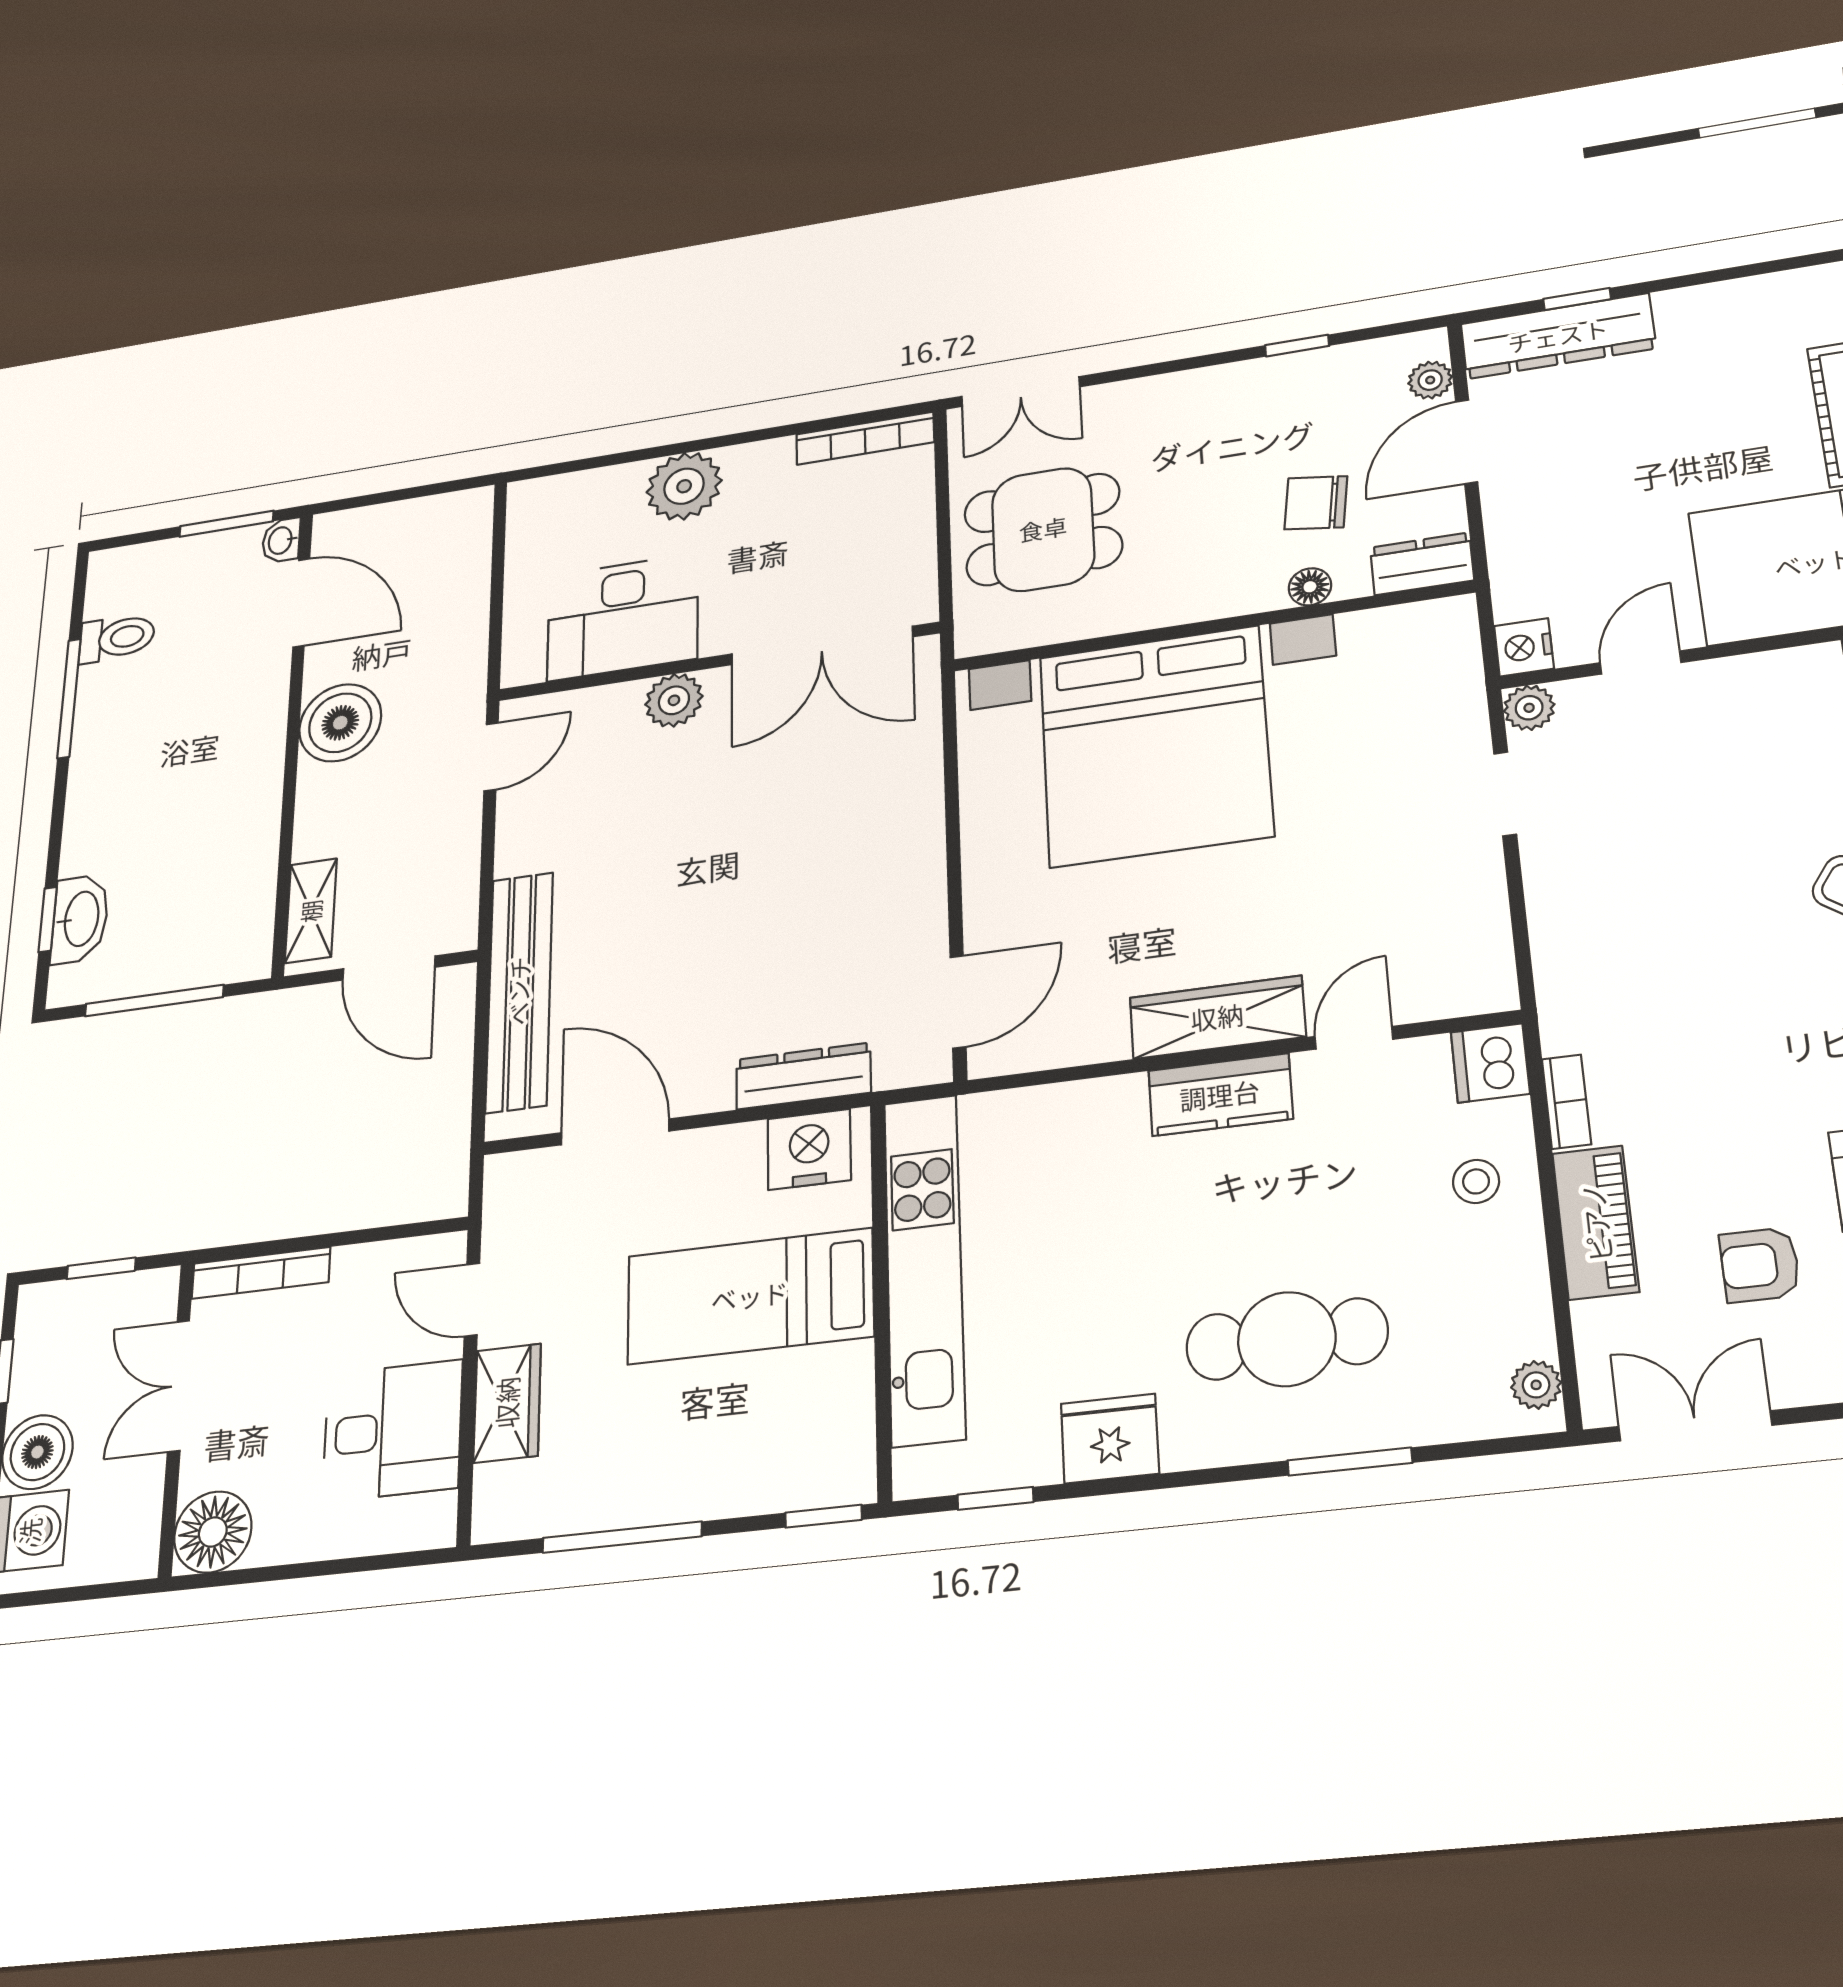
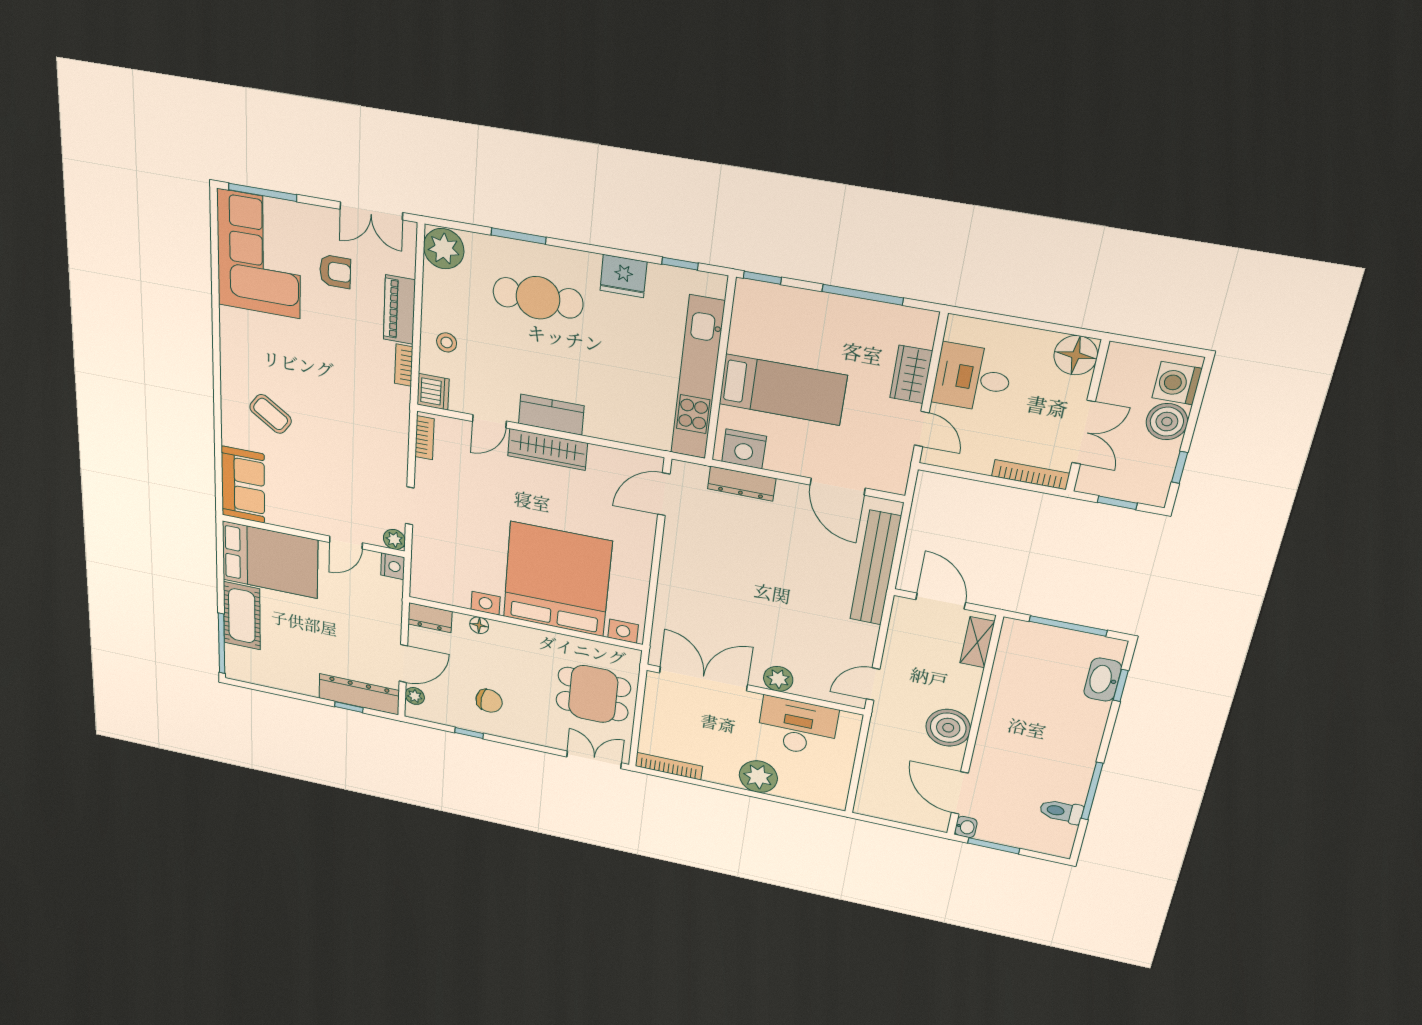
chair: (1316, 503) -> (489, 701), moved
bookcase: (1494, 955) -> (424, 438), added
plant: (1536, 1385) -> (444, 249), width x1.88, depth x1.88

